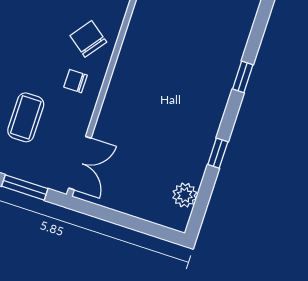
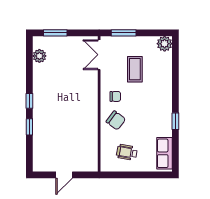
window: (218, 153) -> (29, 101), moved
window: (144, 226) -> (55, 33), added

